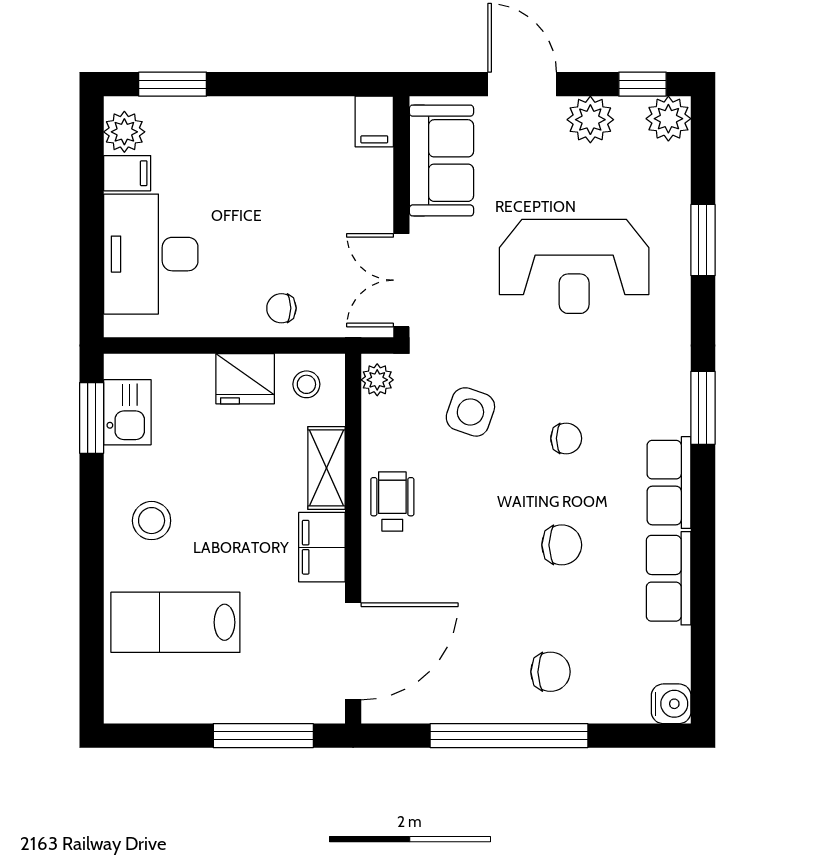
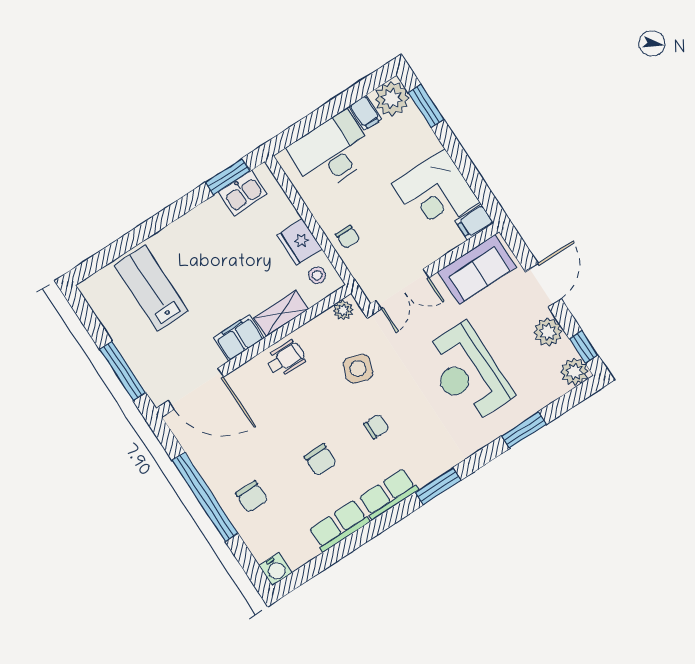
plant: (124, 132) -> (392, 99), width x1.36, depth x1.36
corner desk: (299, 149) -> (435, 193), added
double door: (401, 280) -> (402, 289), swing flipped
chair: (281, 308) -> (348, 237), turned 180
chair: (566, 438) -> (376, 426), turned -90
stool: (152, 521) -> (195, 242), removed

